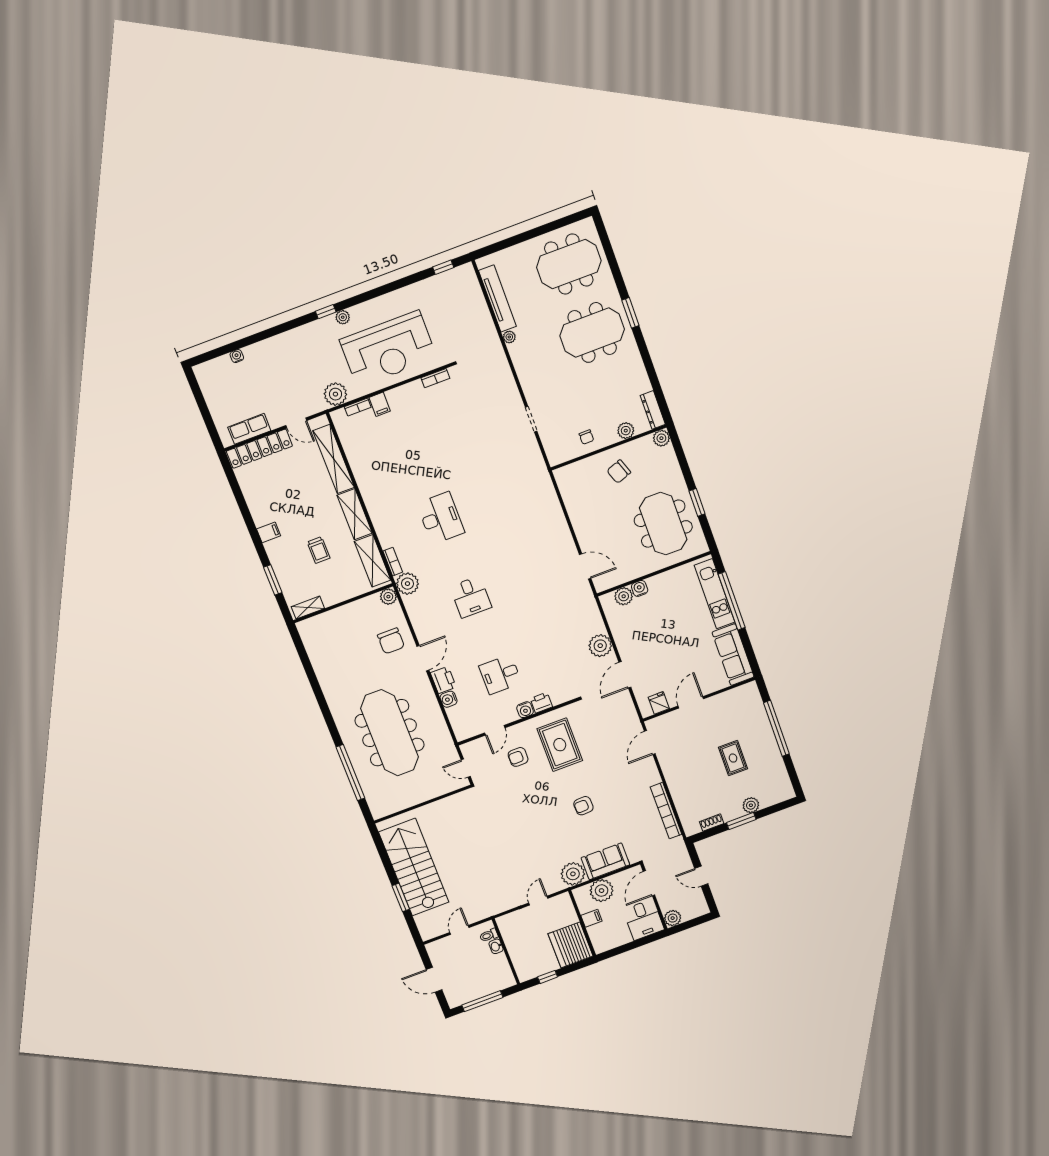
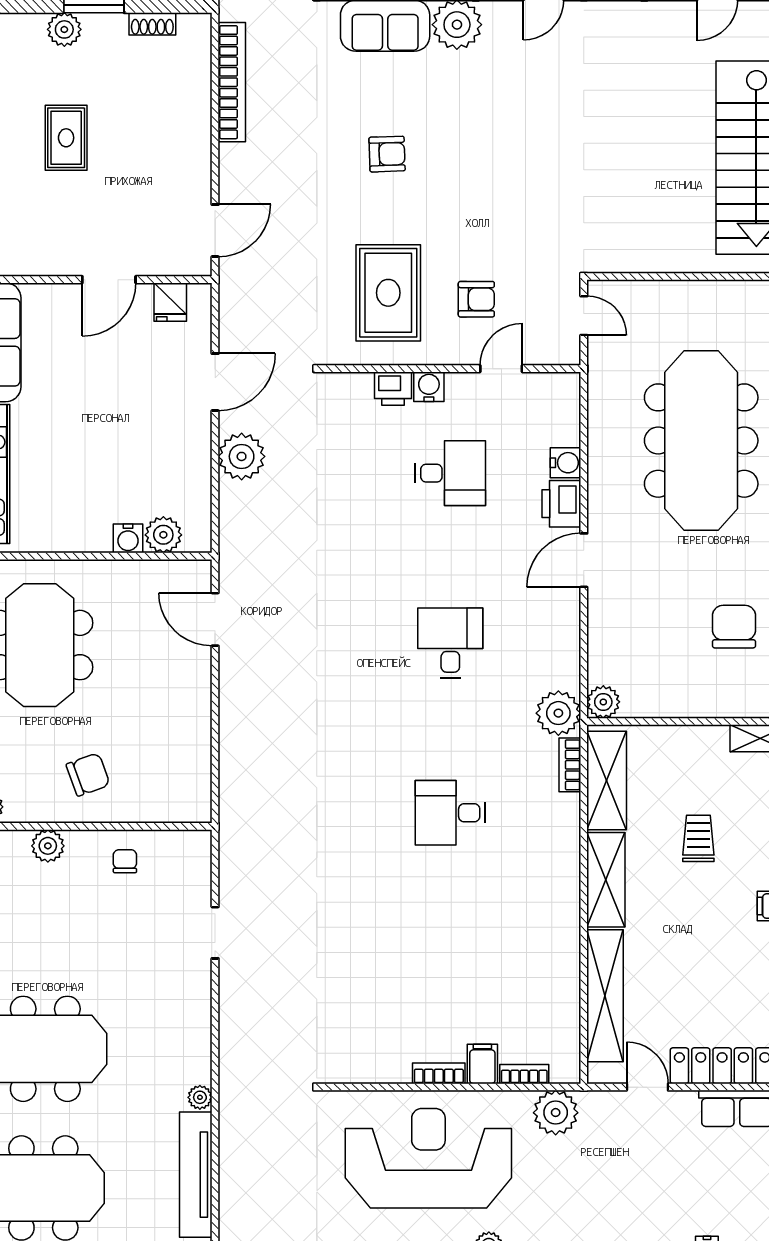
bookcase: (435, 378) -> (439, 1073), moved
desk: (441, 518) -> (450, 813), width x0.73
chair: (391, 641) -> (734, 627), moved

